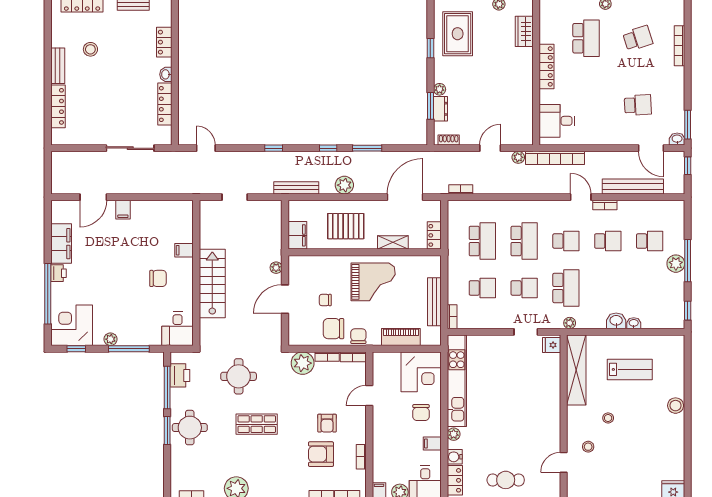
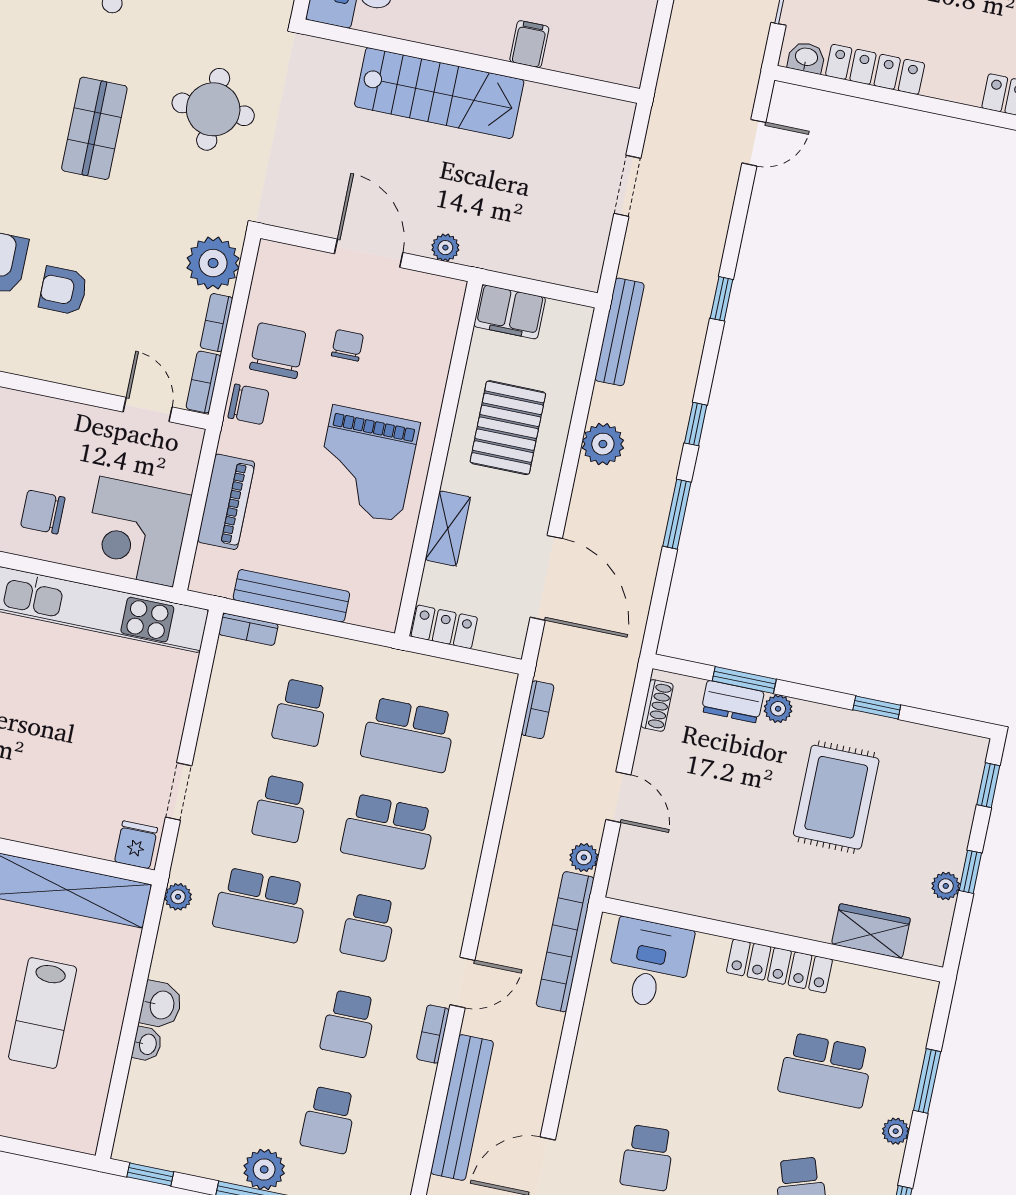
rug: (458, 34) -> (836, 797), moved, turned 90
washbasin: (166, 74) -> (806, 58), moved
door: (369, 395) -> (148, 410), moved

